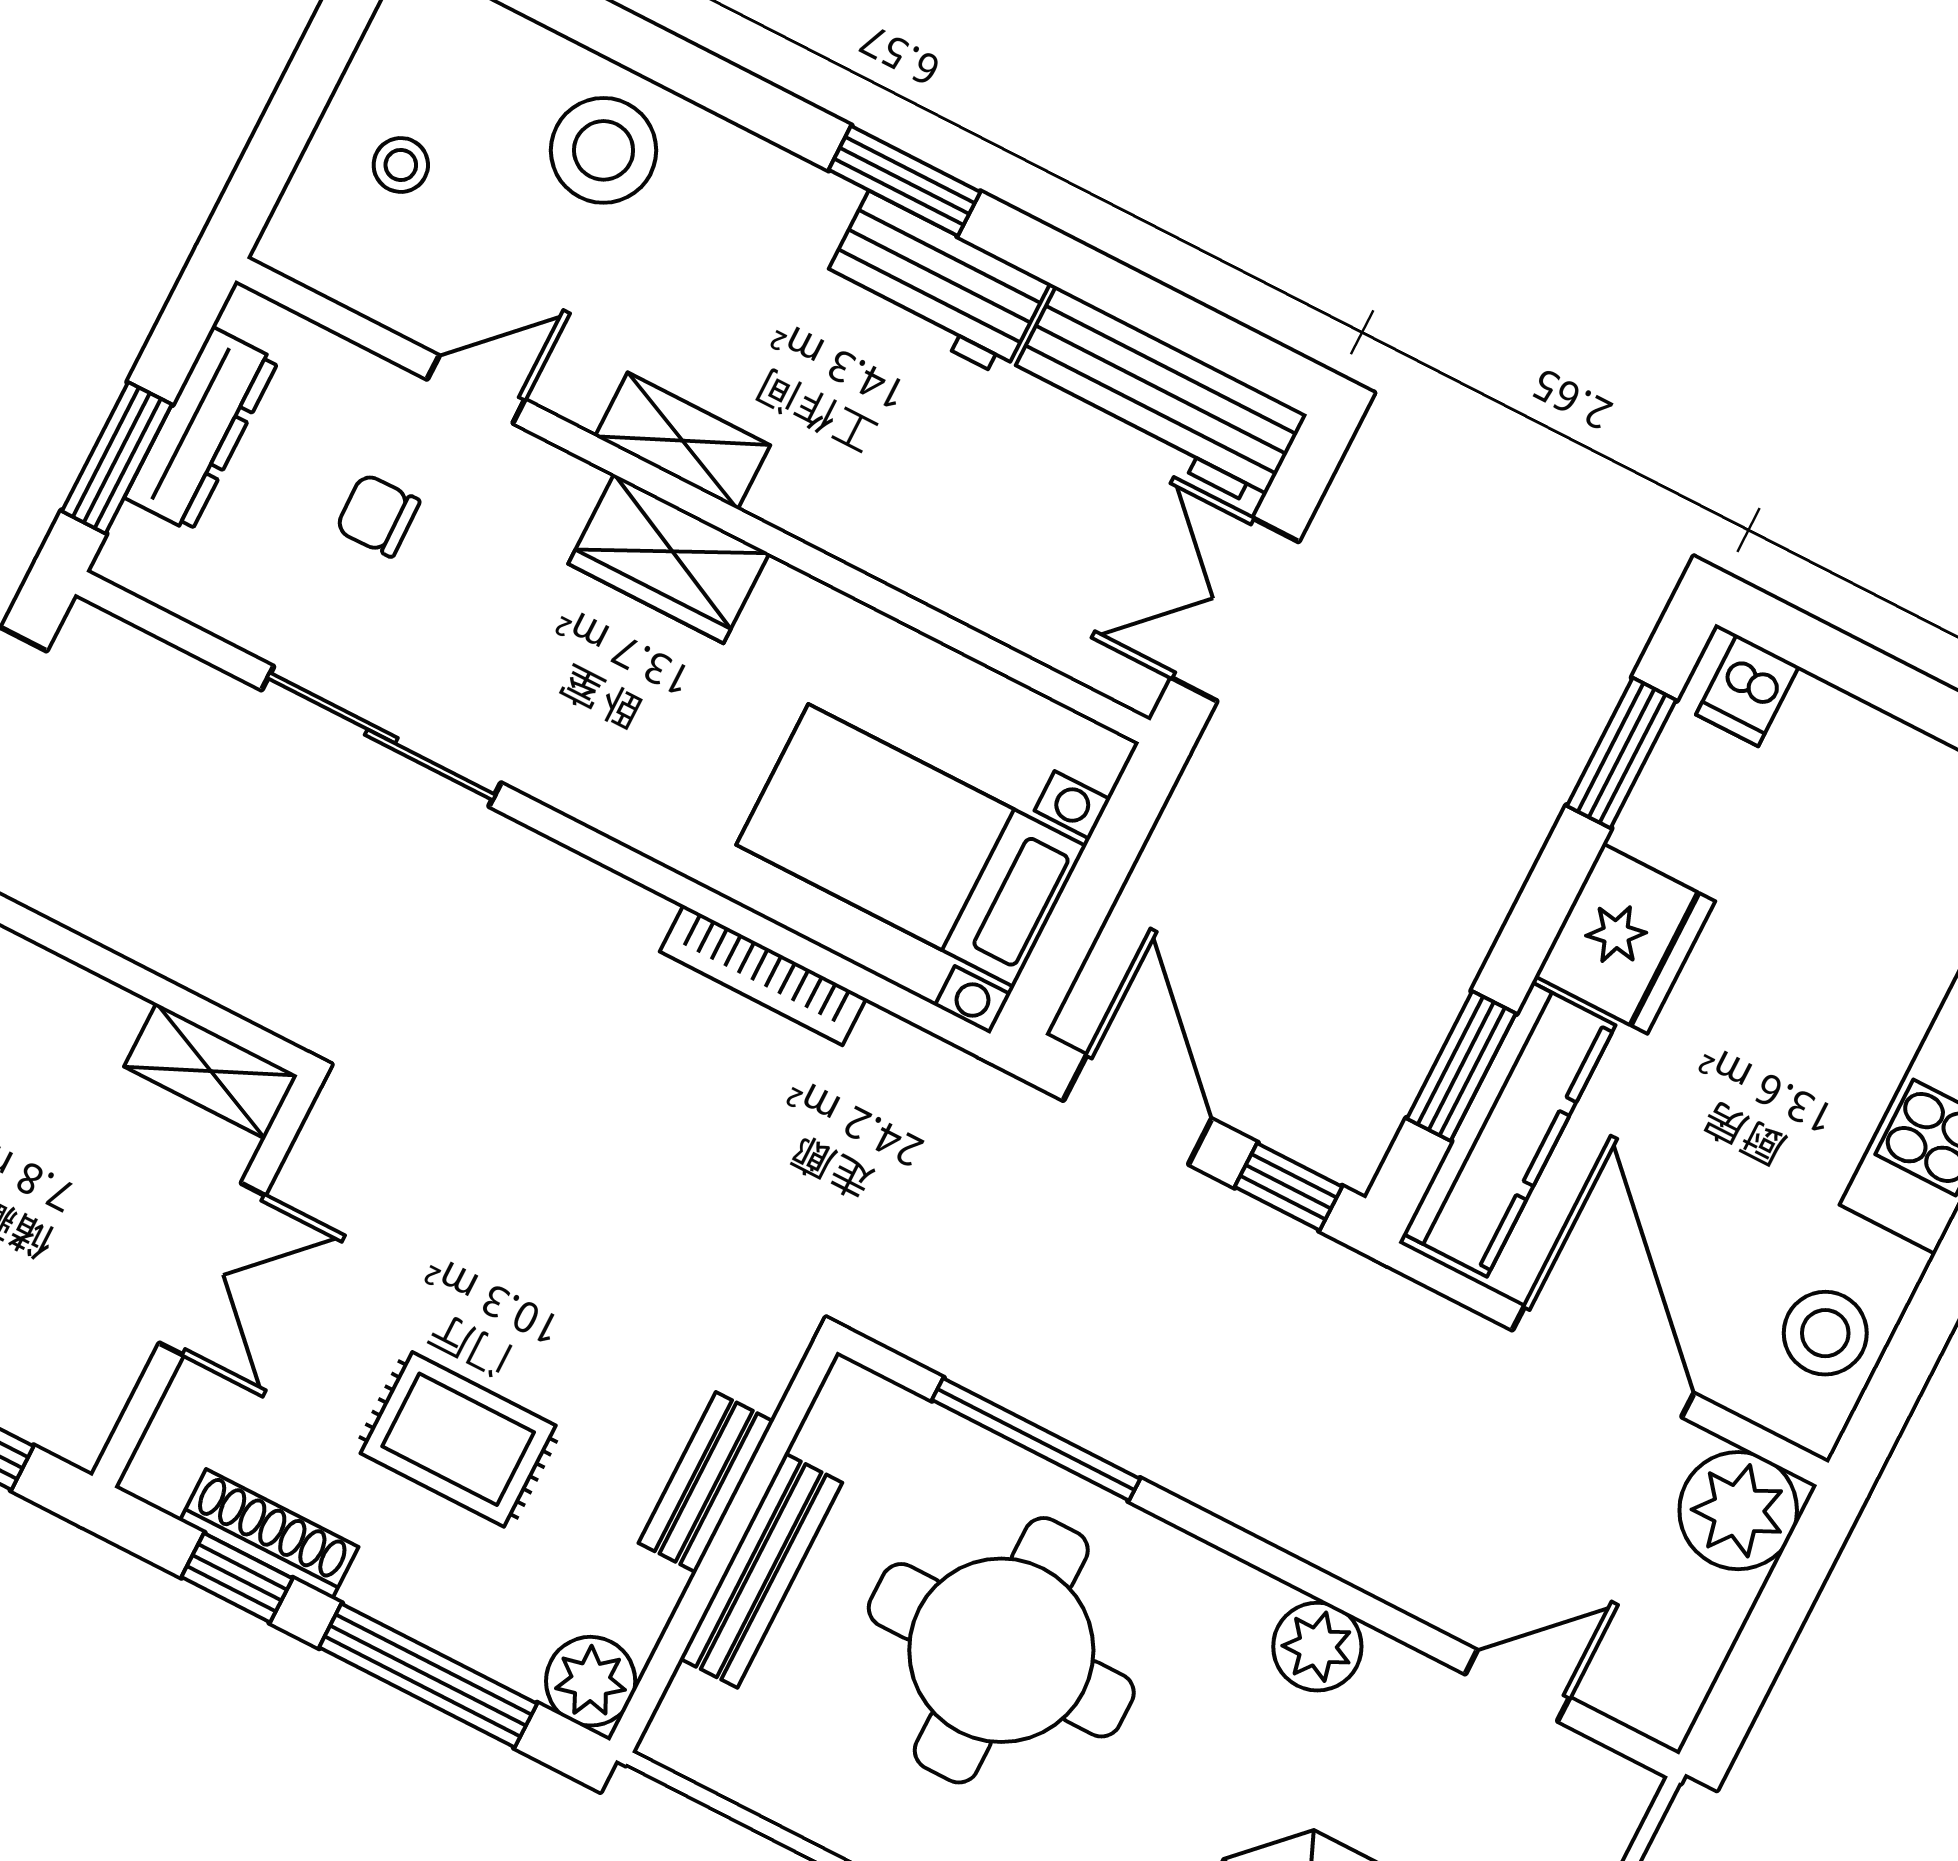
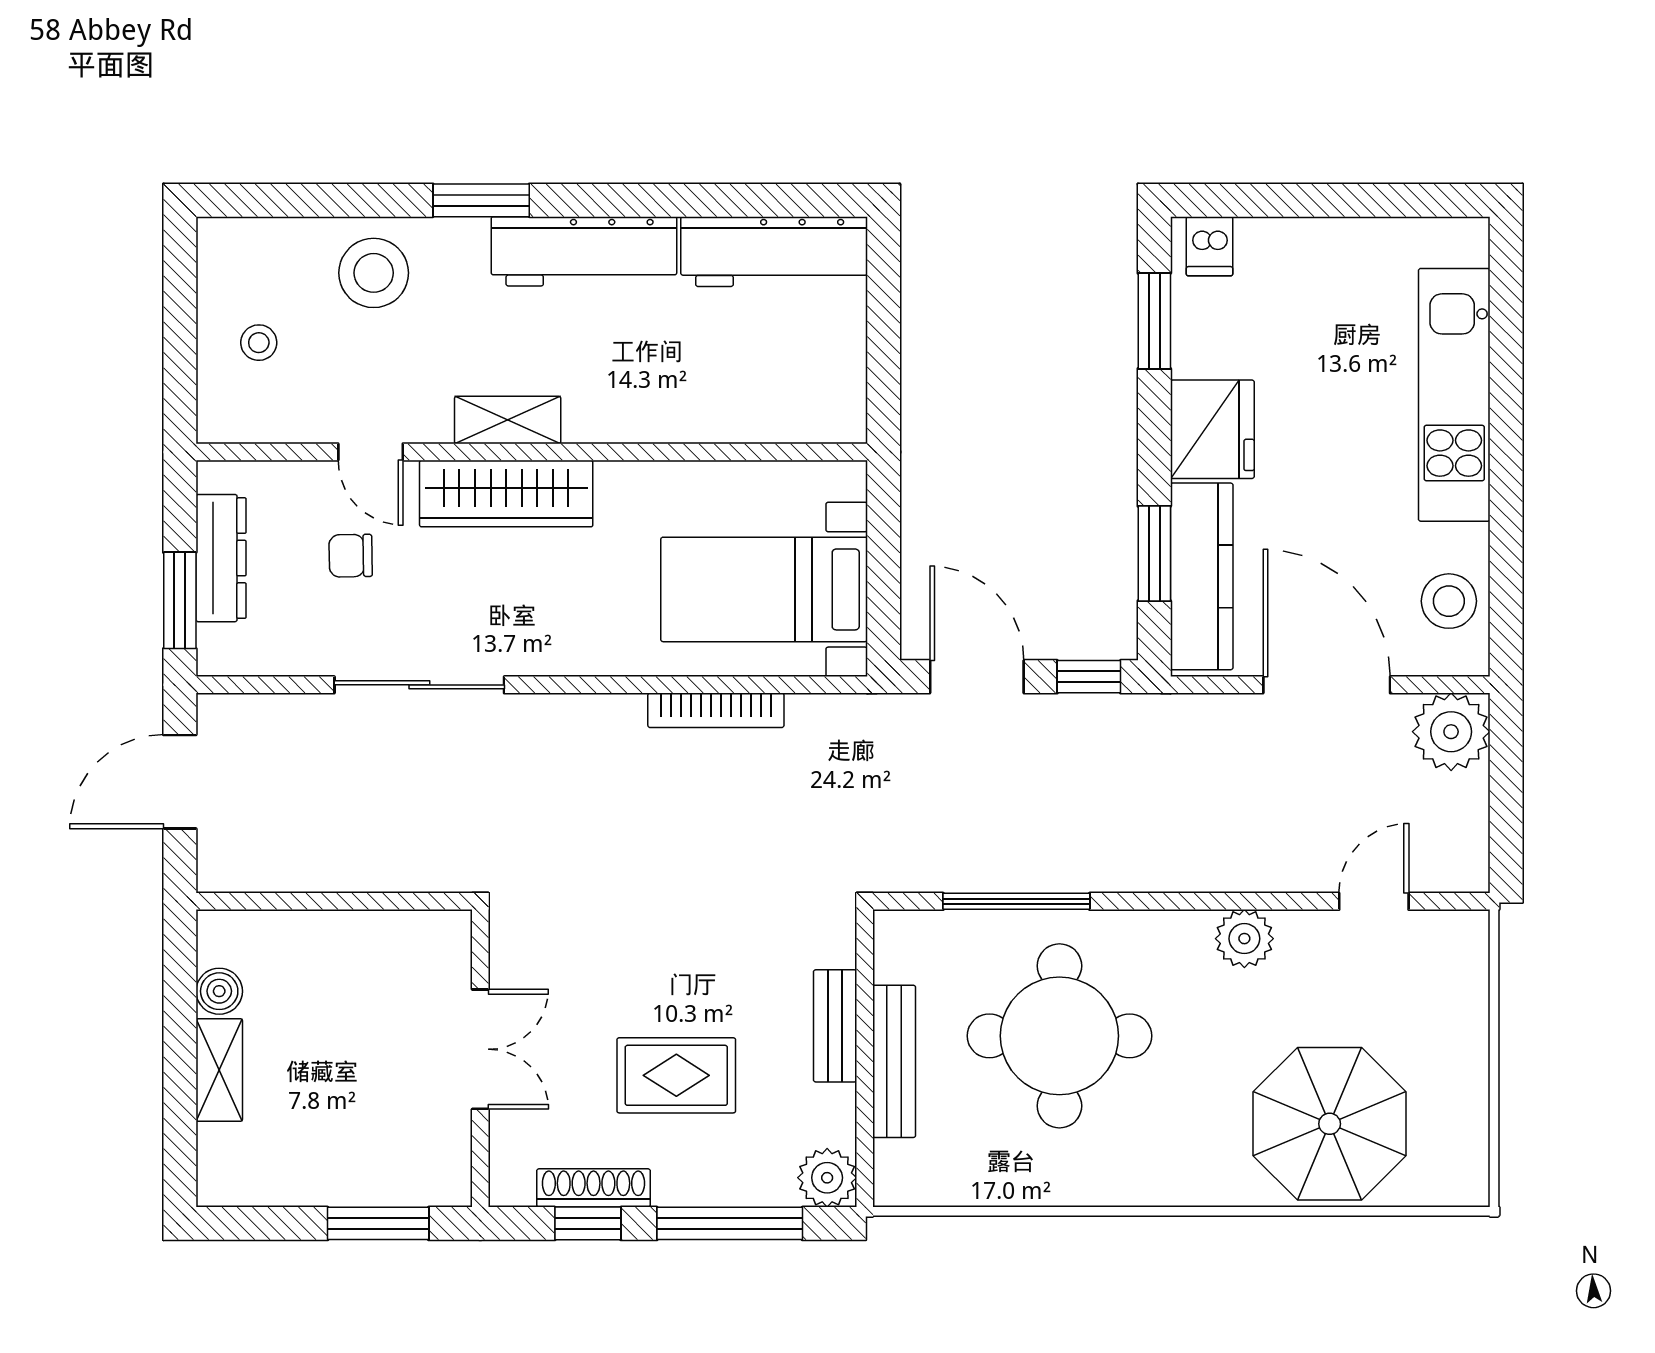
window: (904, 181) -> (481, 200), moved
workbench: (936, 284) -> (584, 251), width x1.38
door: (476, 389) -> (371, 452), swing flipped
wardrobe: (669, 559) -> (506, 494), width x1.50
double door: (1235, 610) -> (884, 353), removed
shelving: (211, 1071) -> (420, 933), removed

